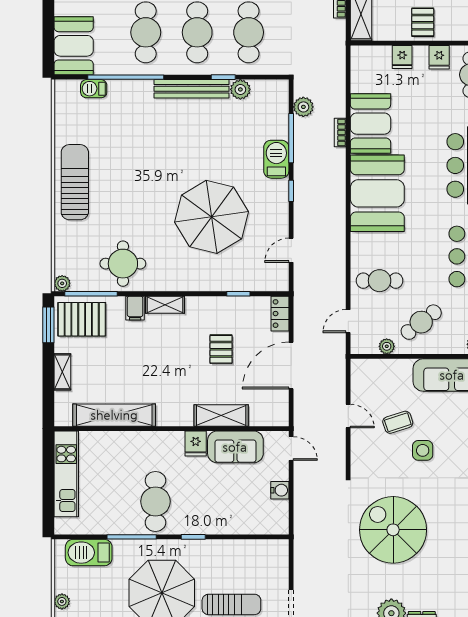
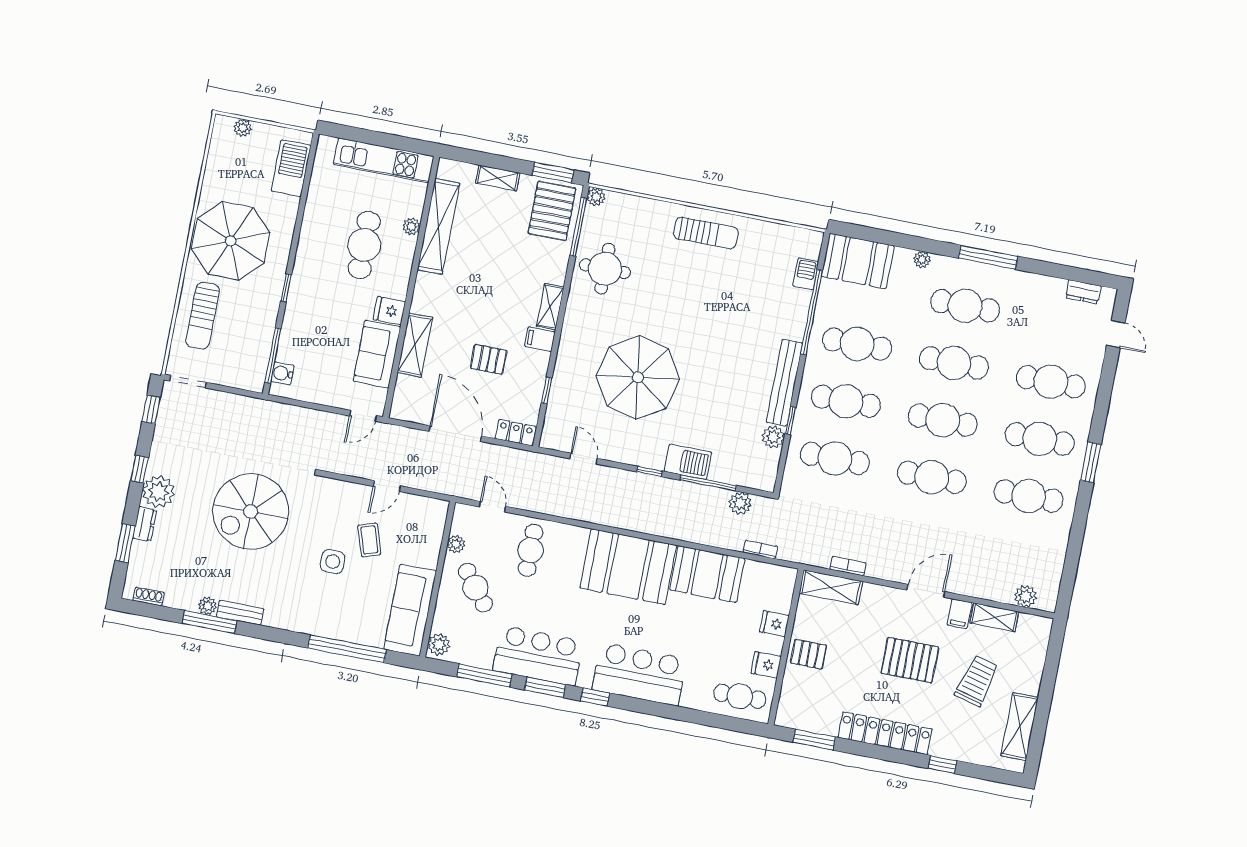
bookcase: (340, 133) -> (760, 549), moved
sun lounger: (75, 182) -> (706, 233), width x0.73, depth x0.75
filing cabinet: (135, 308) -> (540, 339), moved
plant: (119, 438) -> (411, 226), added
water cooler: (280, 490) -> (282, 373), moved, turned 90
cafe table: (155, 501) -> (364, 245), moved, turned 90
spiral stairs: (393, 530) -> (251, 511), turned 180
window: (132, 537) -> (273, 356), moved

